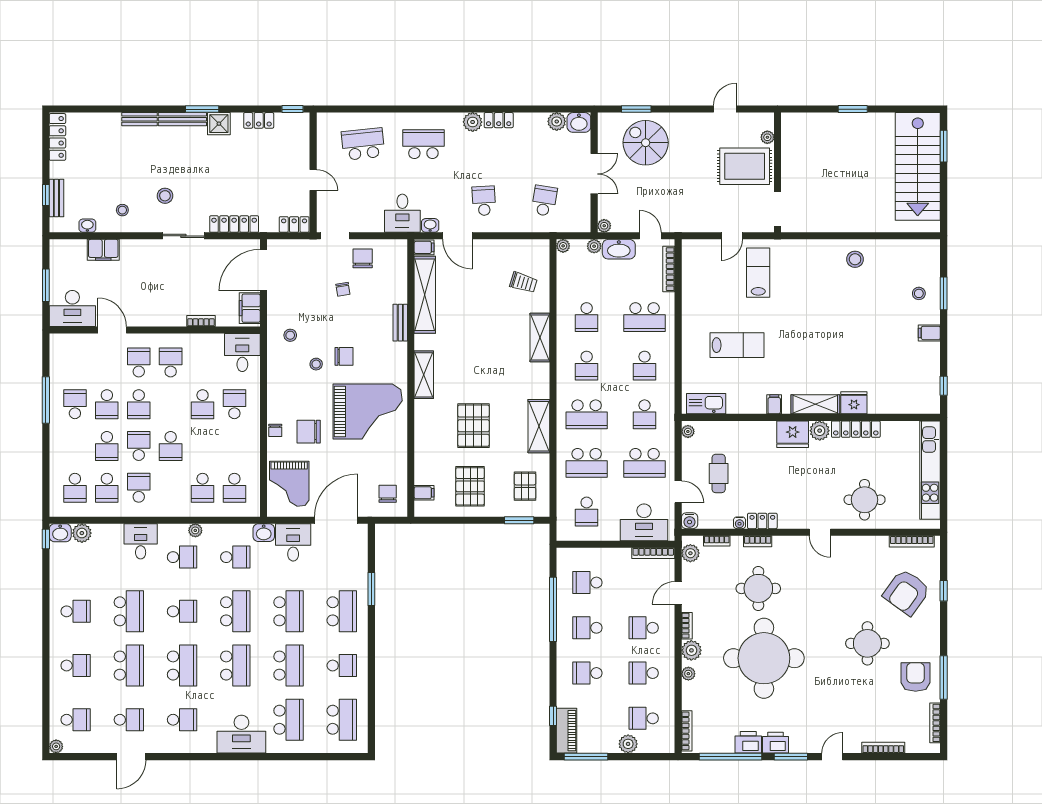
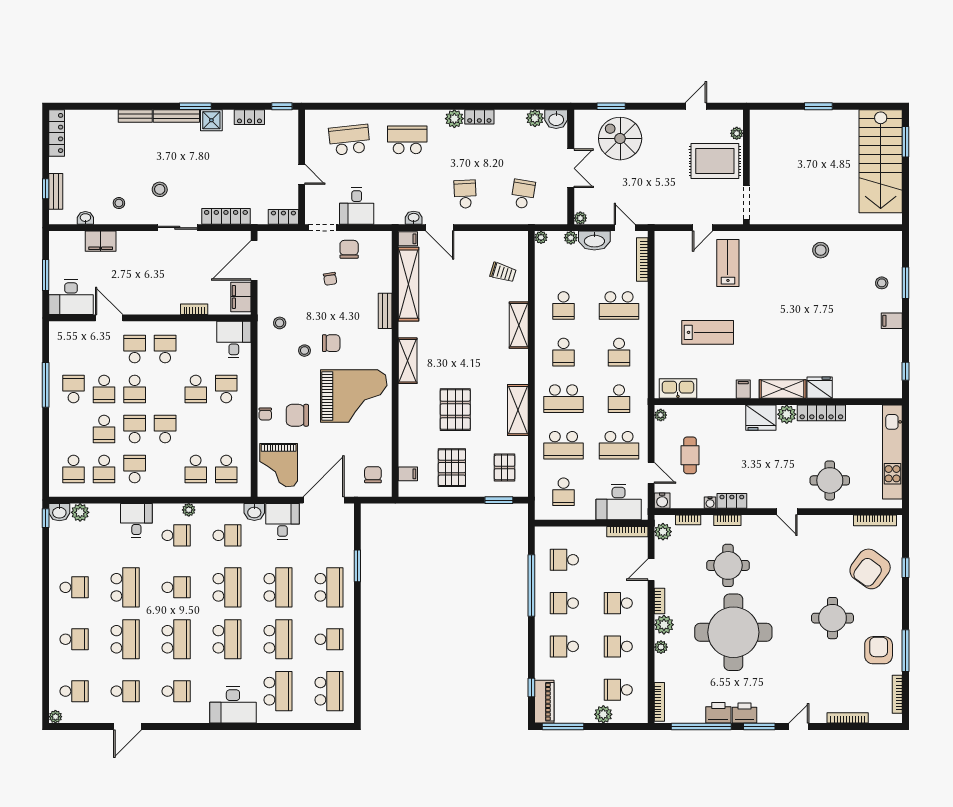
desk: (402, 213) -> (357, 206), moved
school desk: (171, 446) -> (165, 429), turned 180

